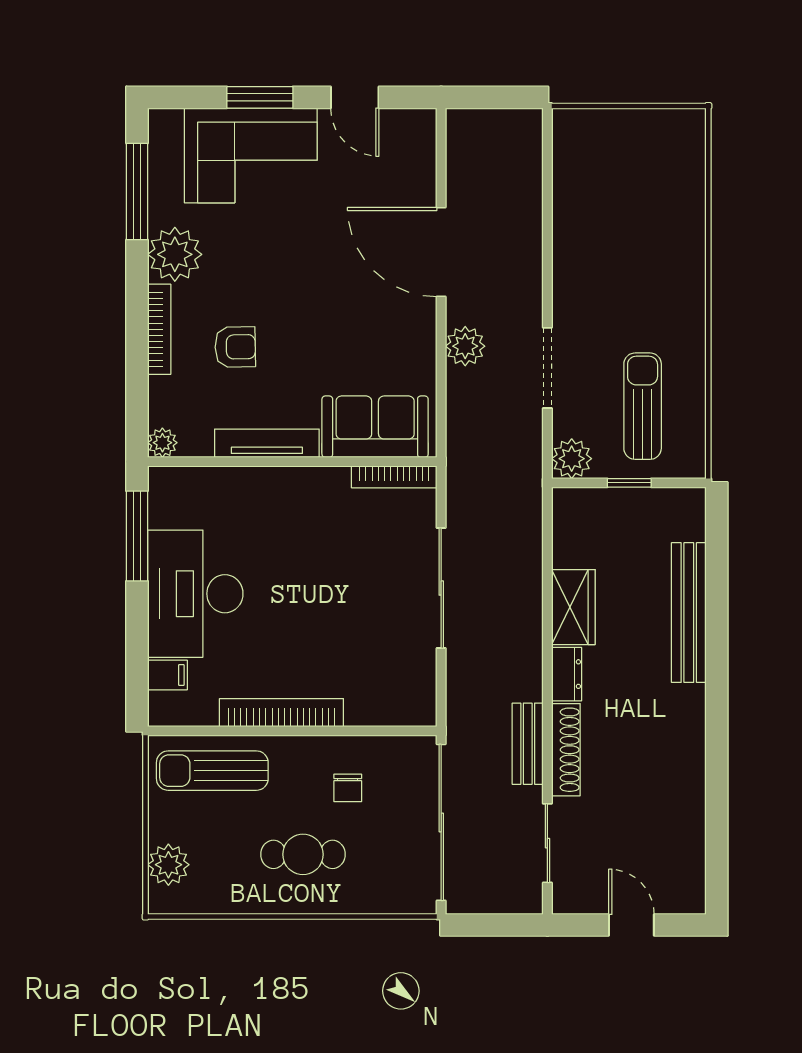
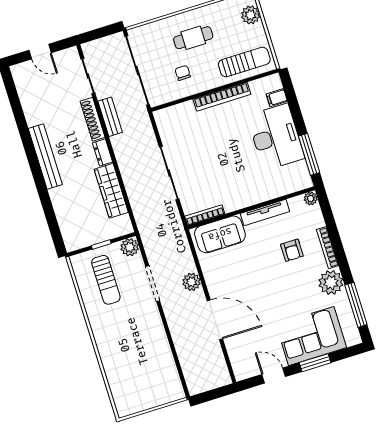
armchair: (235, 347) -> (292, 250), turned -89
wardrobe: (573, 607) -> (111, 191), width x1.50
bench: (689, 613) -> (45, 157), moved

